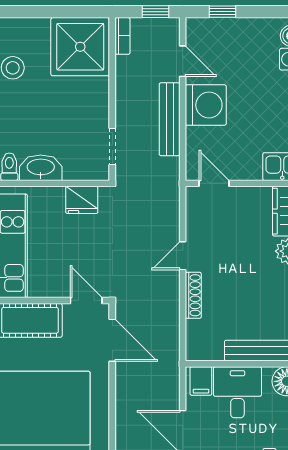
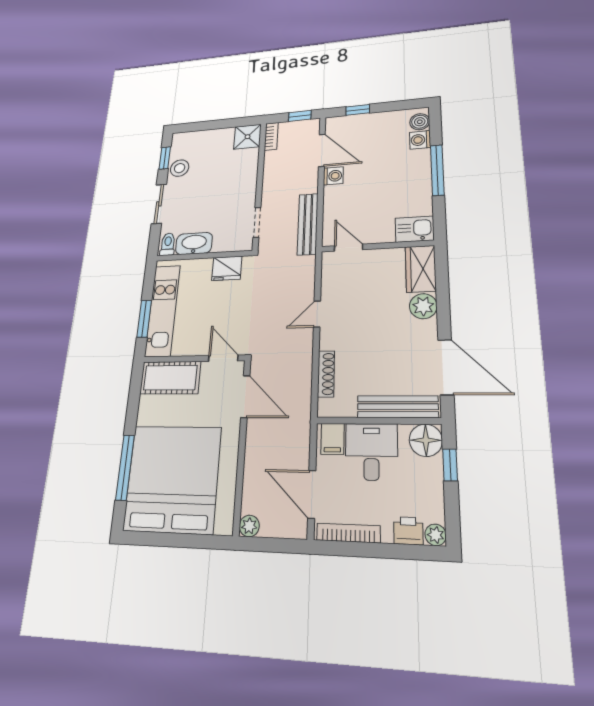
shower: (80, 47) -> (248, 137), width x0.54, depth x0.54
door: (183, 61) -> (322, 150), width x1.38
washing machine: (206, 105) -> (333, 176), width x0.53, depth x0.53
bench: (170, 119) -> (308, 224), moved
shoe rack: (193, 295) -> (326, 374), moved

